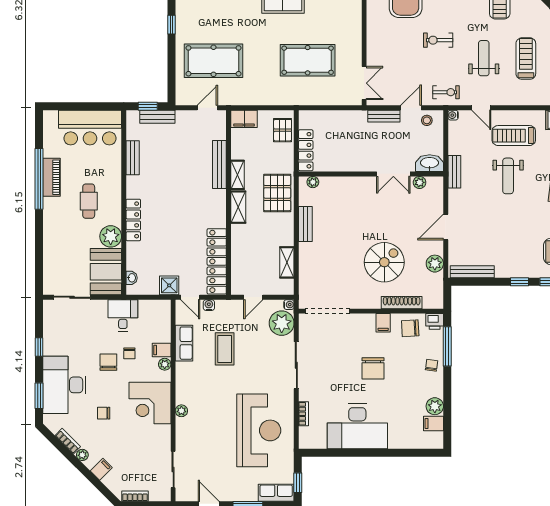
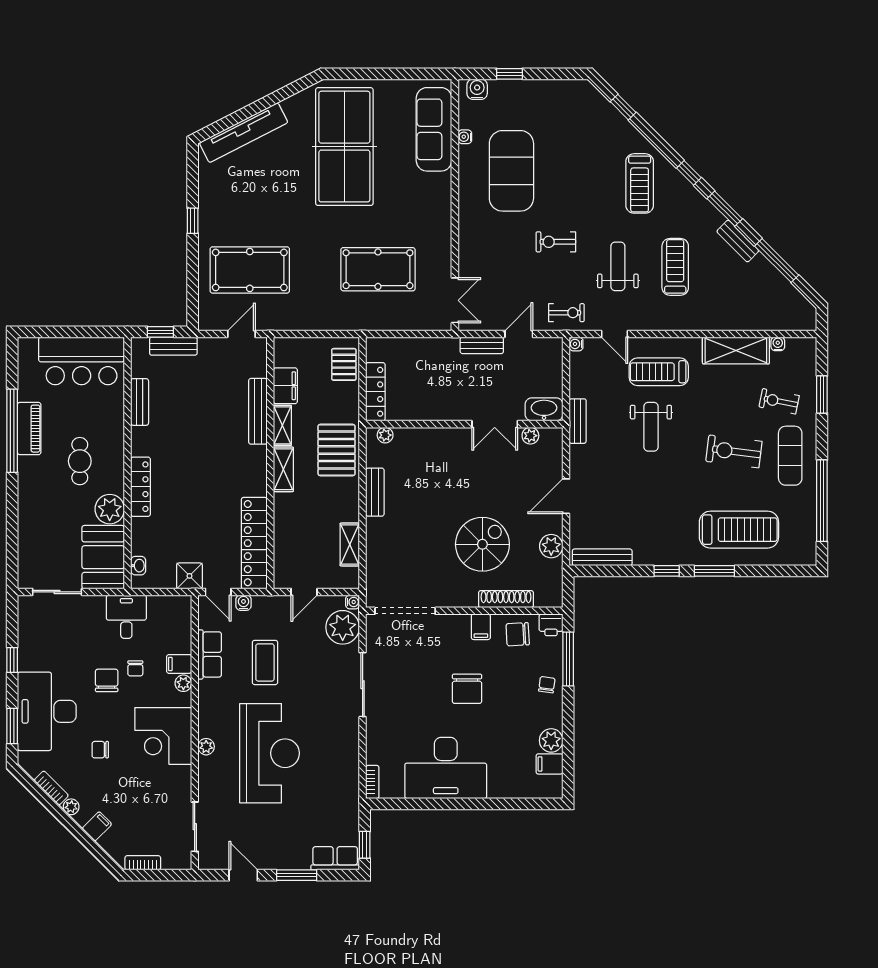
filing cabinet: (244, 119) -> (285, 386), moved, turned -90
stool: (427, 120) -> (540, 351), removed
bookcase: (303, 414) -> (372, 782), moved
reception desk: (259, 430) -> (270, 753), moved

